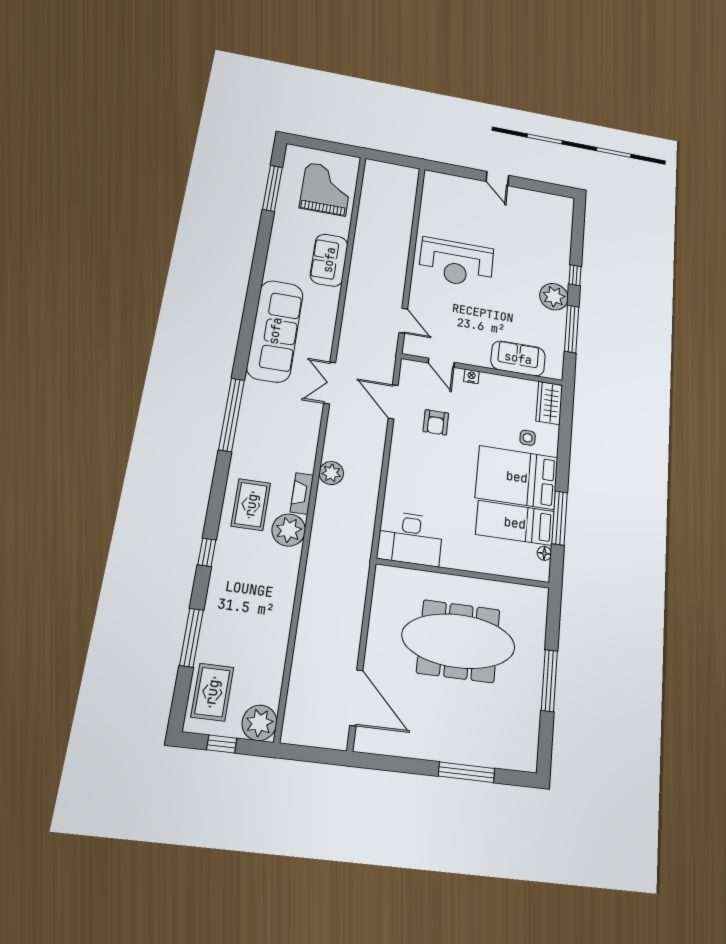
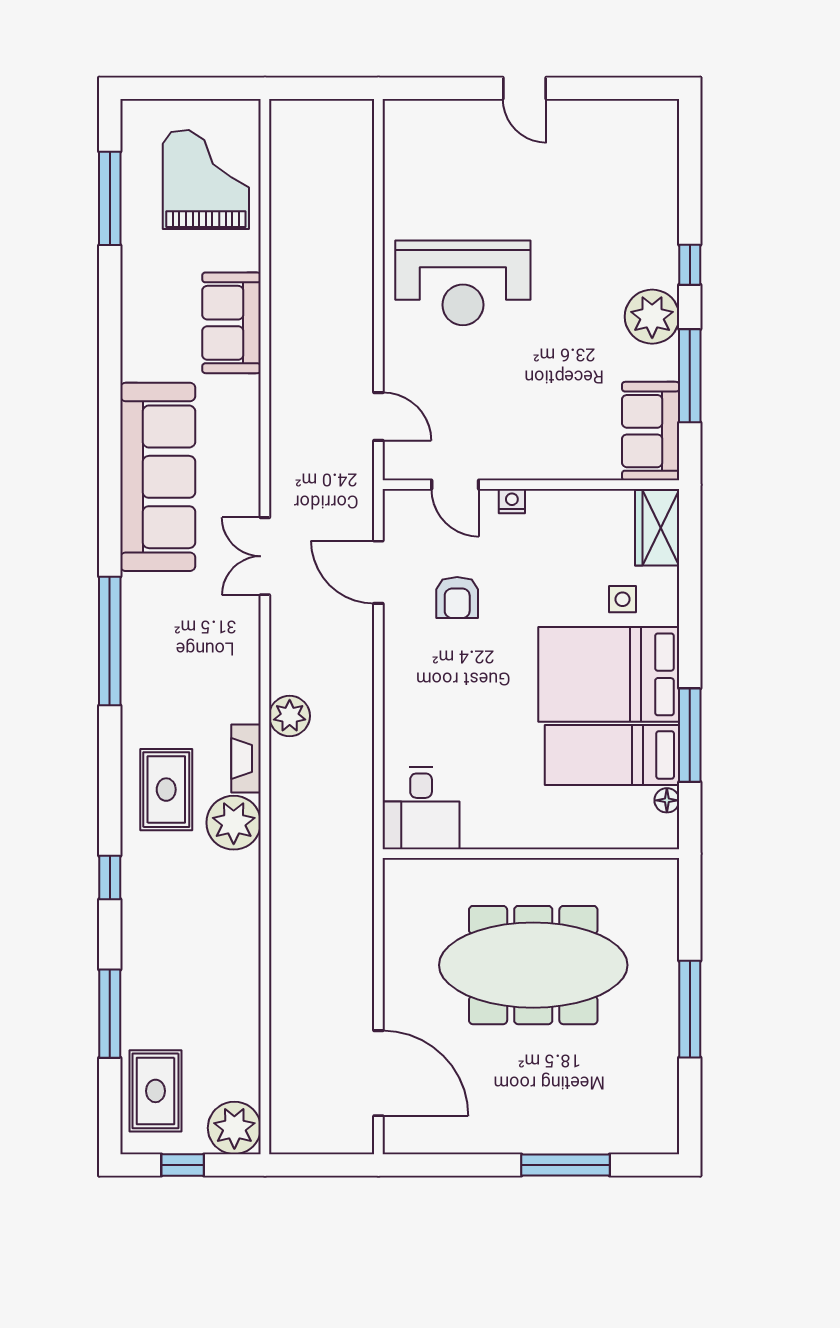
sofa: (518, 358) -> (651, 431), moved, turned -90
desk: (410, 539) -> (421, 808), width x0.73

